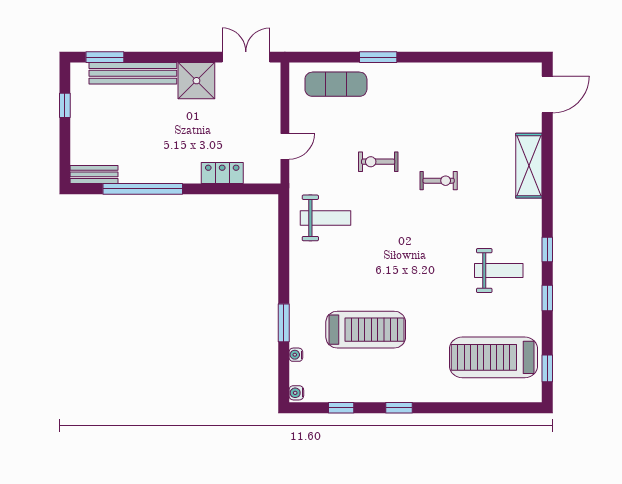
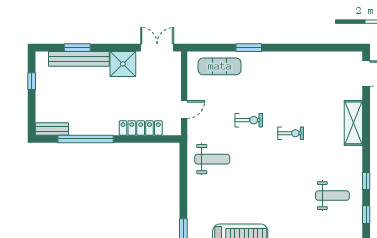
window: (105, 57) -> (77, 48), moved
exercise bike: (378, 162) -> (249, 120), turned 180
locker: (222, 173) -> (141, 128), width x1.53

